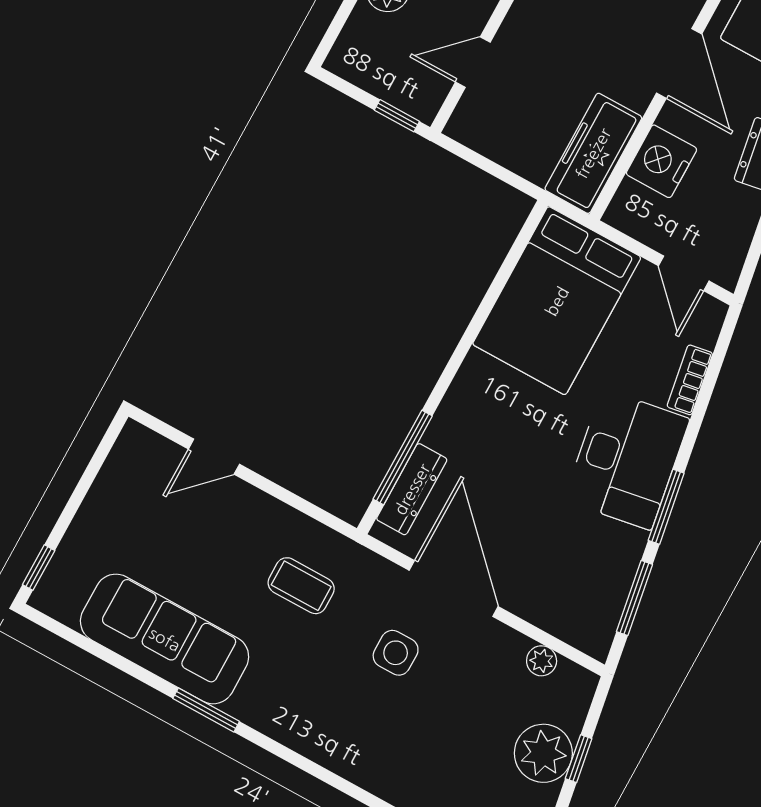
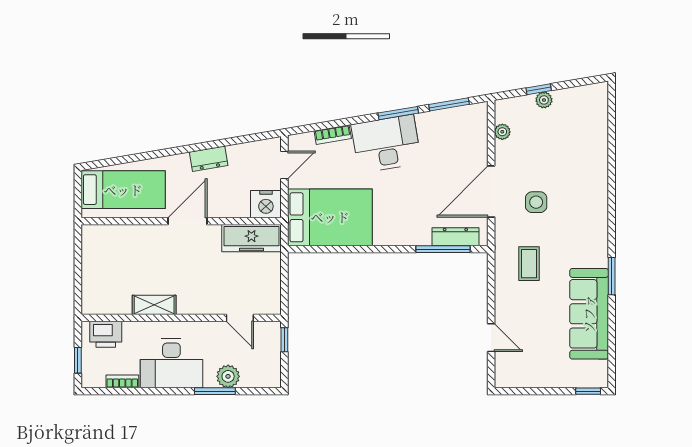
nightstand: (661, 161) -> (266, 204), moved
plant: (543, 753) -> (544, 100), width x0.53, depth x0.53

